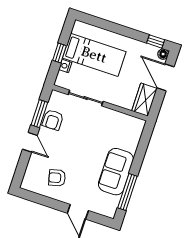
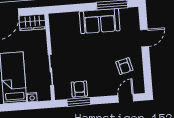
window: (60, 53) -> (24, 106), removed
armchair: (53, 120) -> (79, 89), turned -90
door: (30, 142) -> (126, 98), moved

